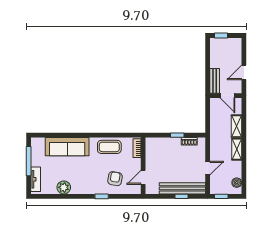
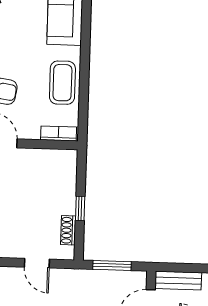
window: (208, 117) -> (112, 265), added
door: (208, 168) -> (37, 263), moved

